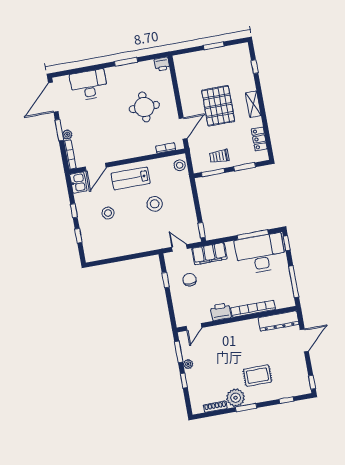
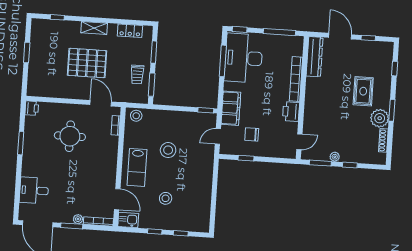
desk: (89, 85) -> (34, 190), width x0.73
door: (194, 327) -> (299, 142), hinge flipped
window: (312, 382) -> (368, 38), moved

